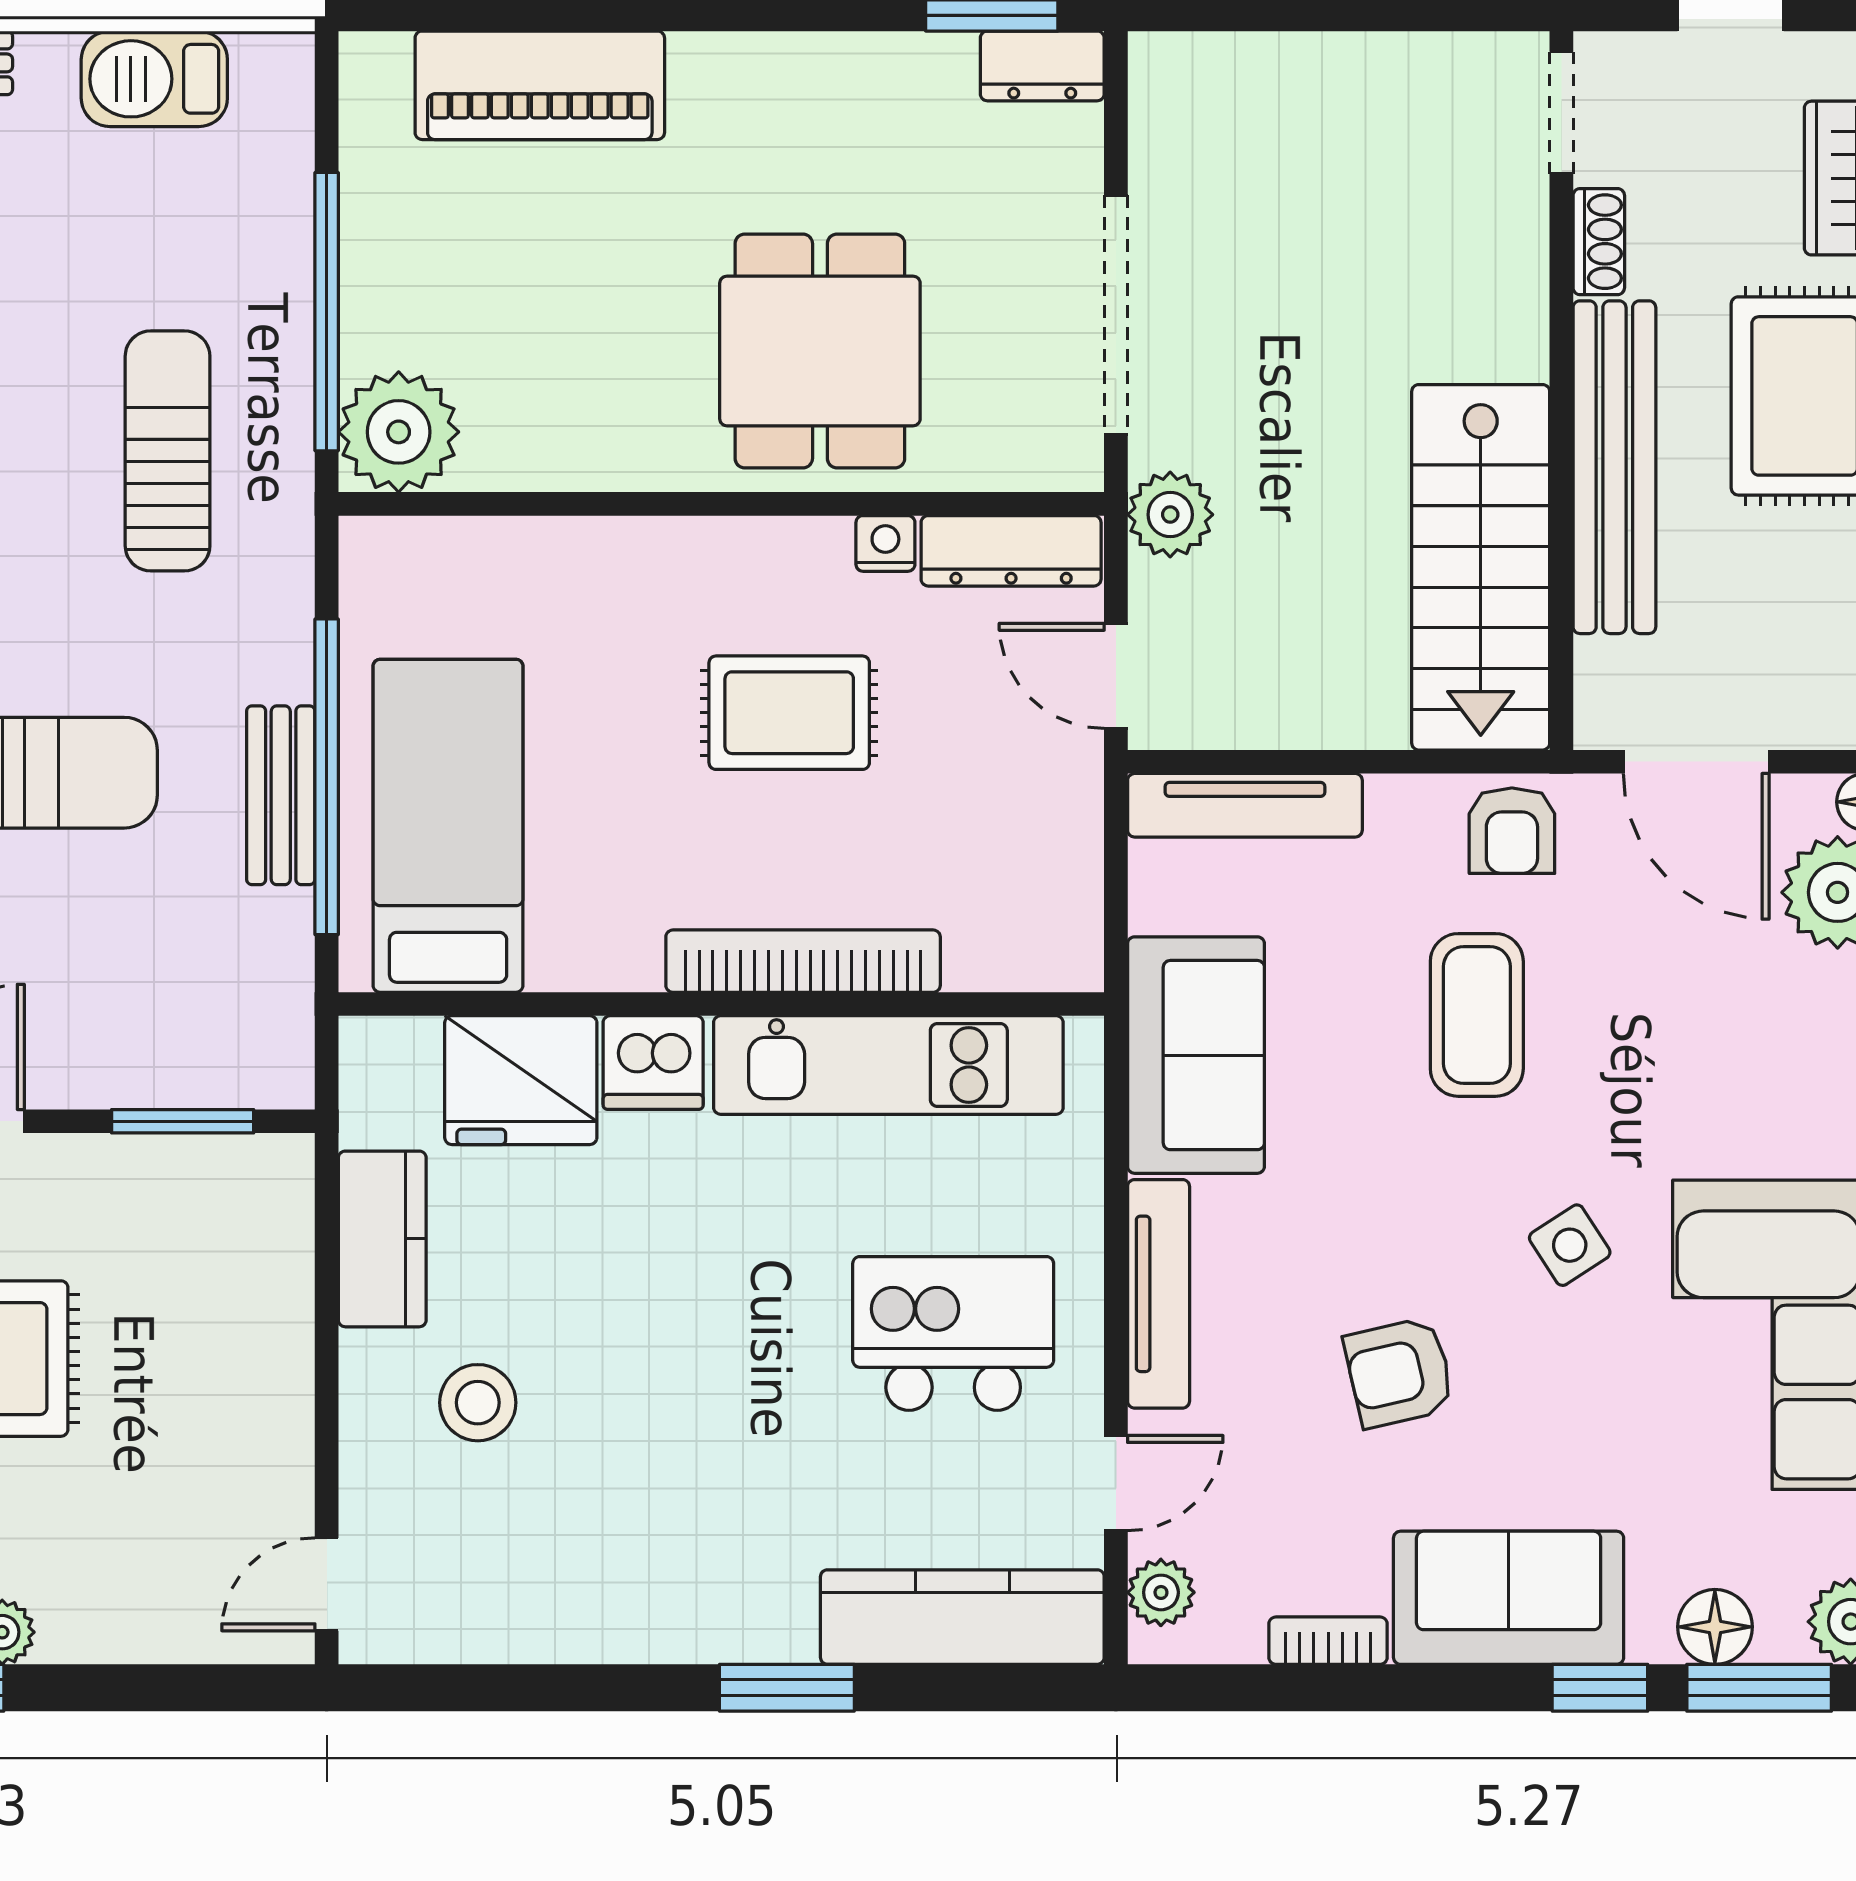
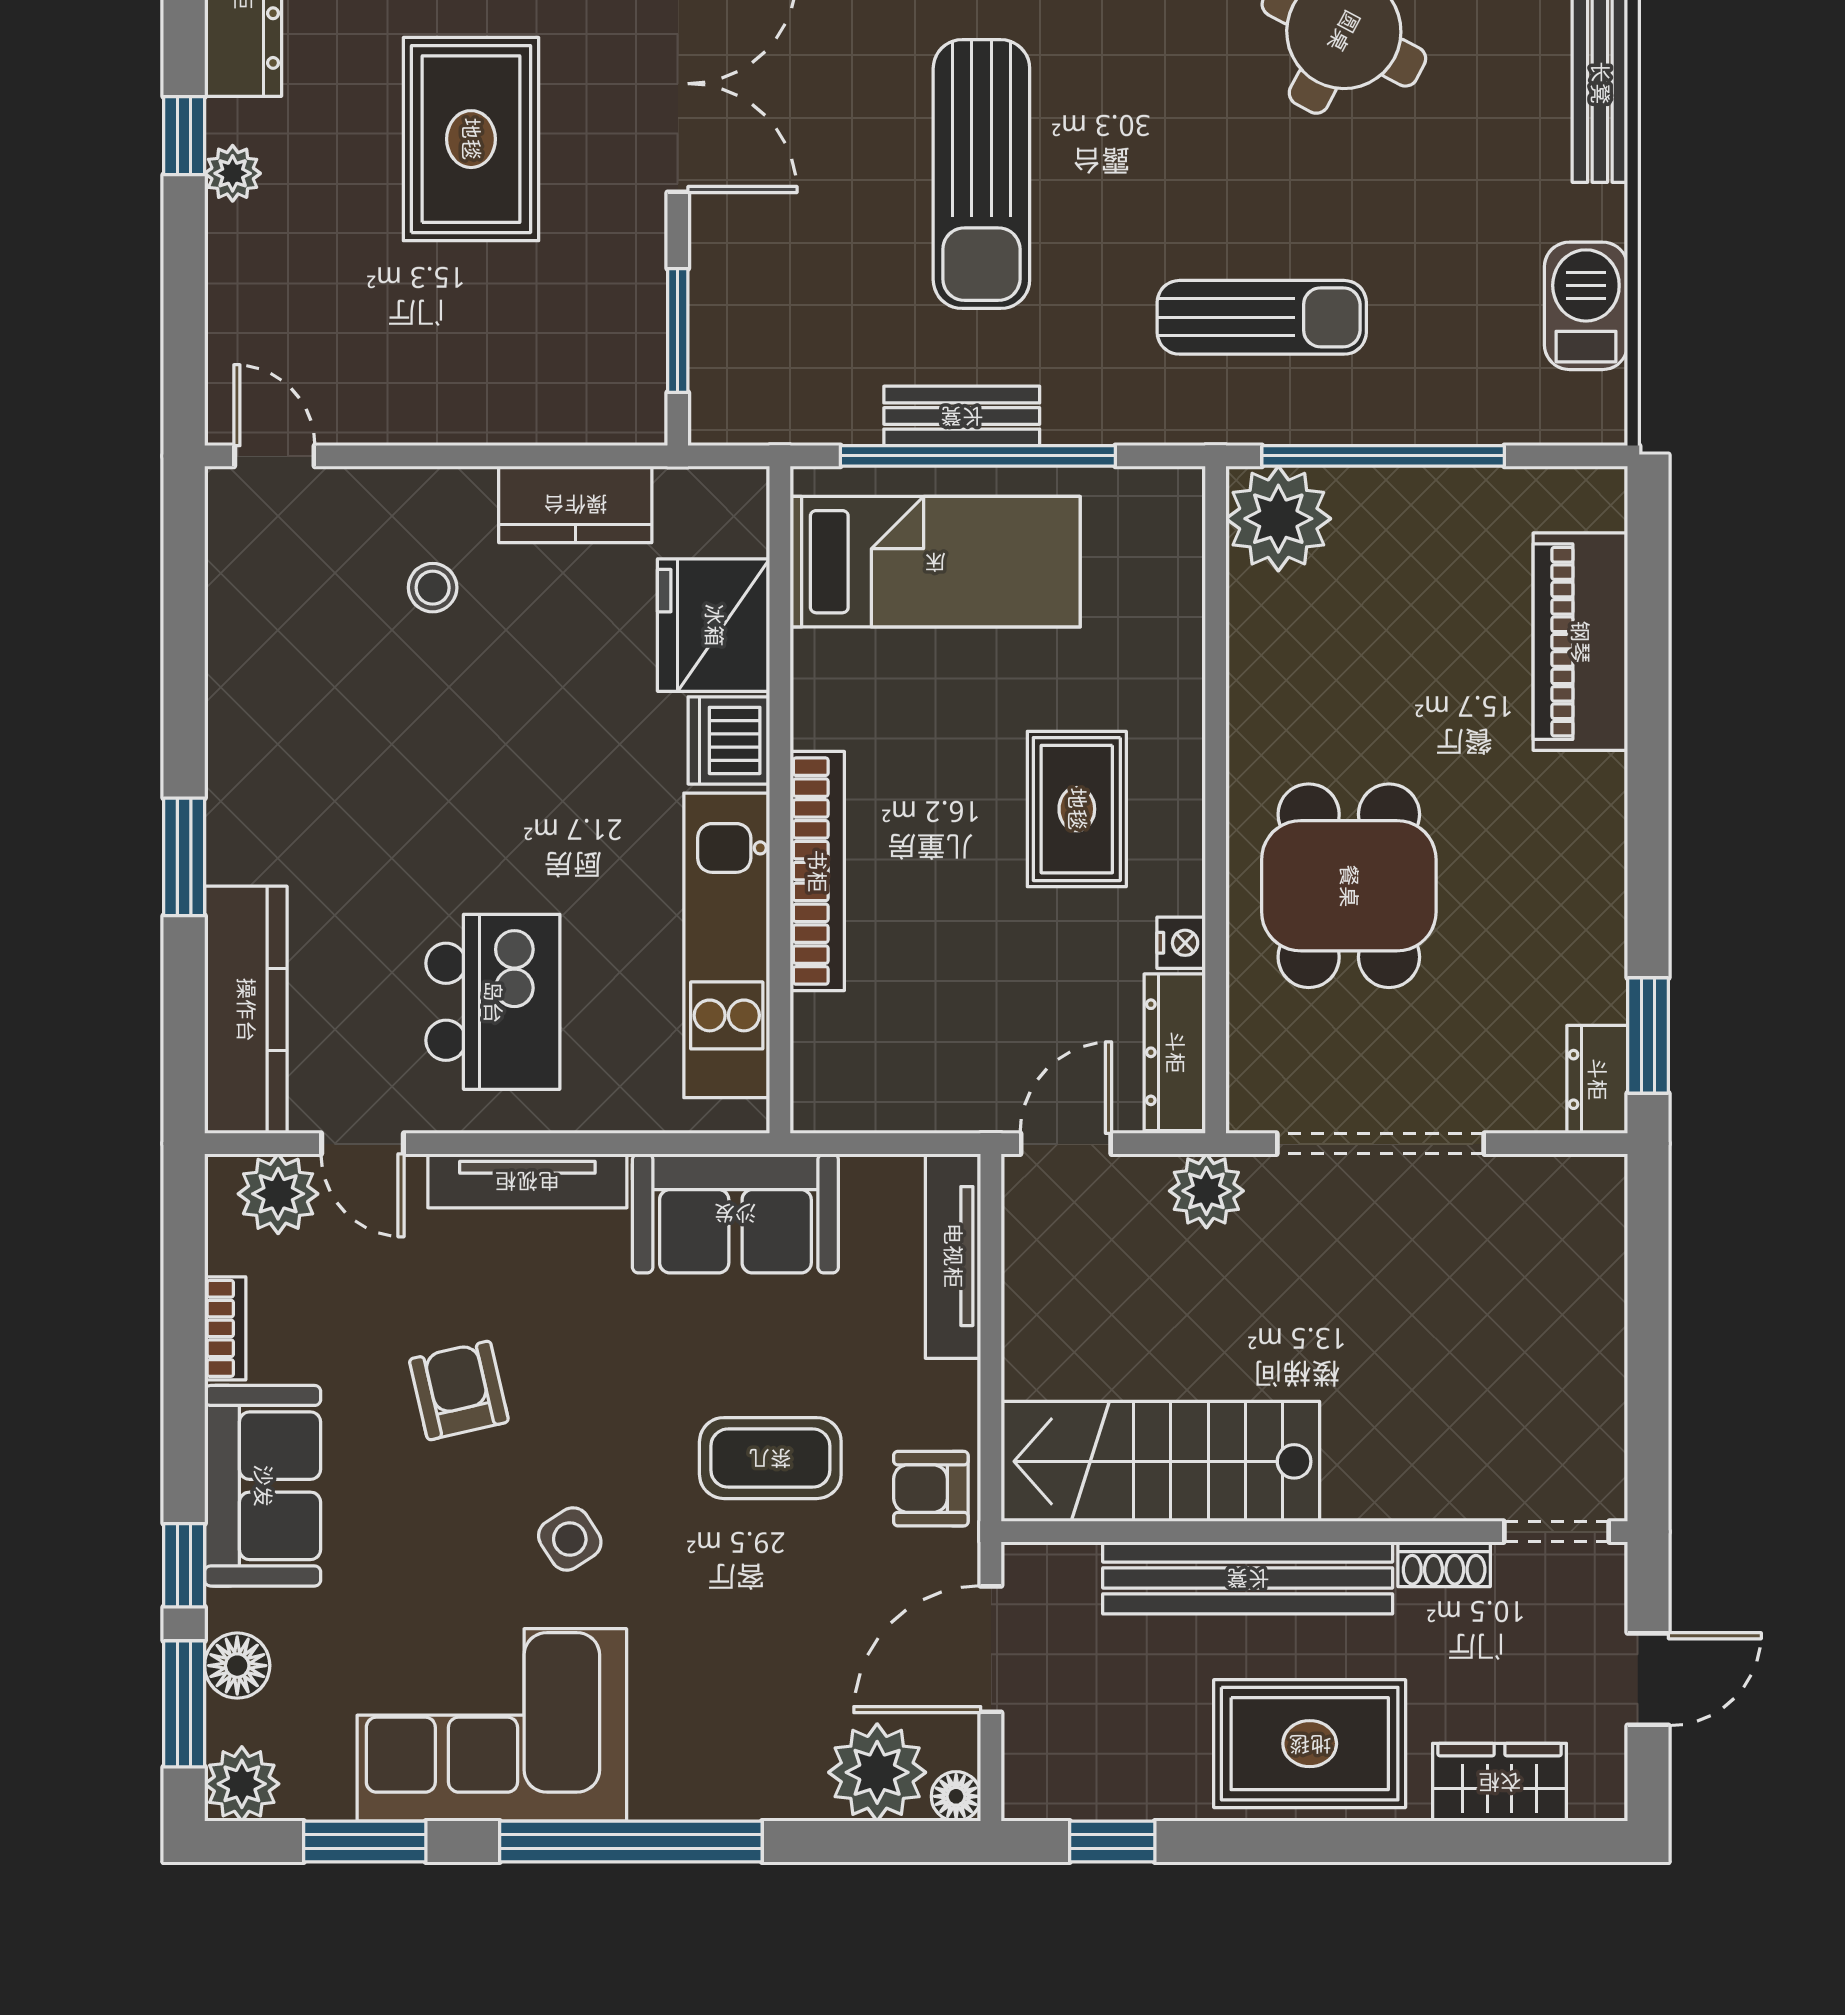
dining table: (820, 351) -> (1349, 886), turned 90
rug: (789, 713) -> (1077, 809), moved
stool: (478, 1403) -> (433, 588), width x0.73, depth x0.73
plant: (1161, 1592) -> (278, 1194), width x1.38, depth x1.38

